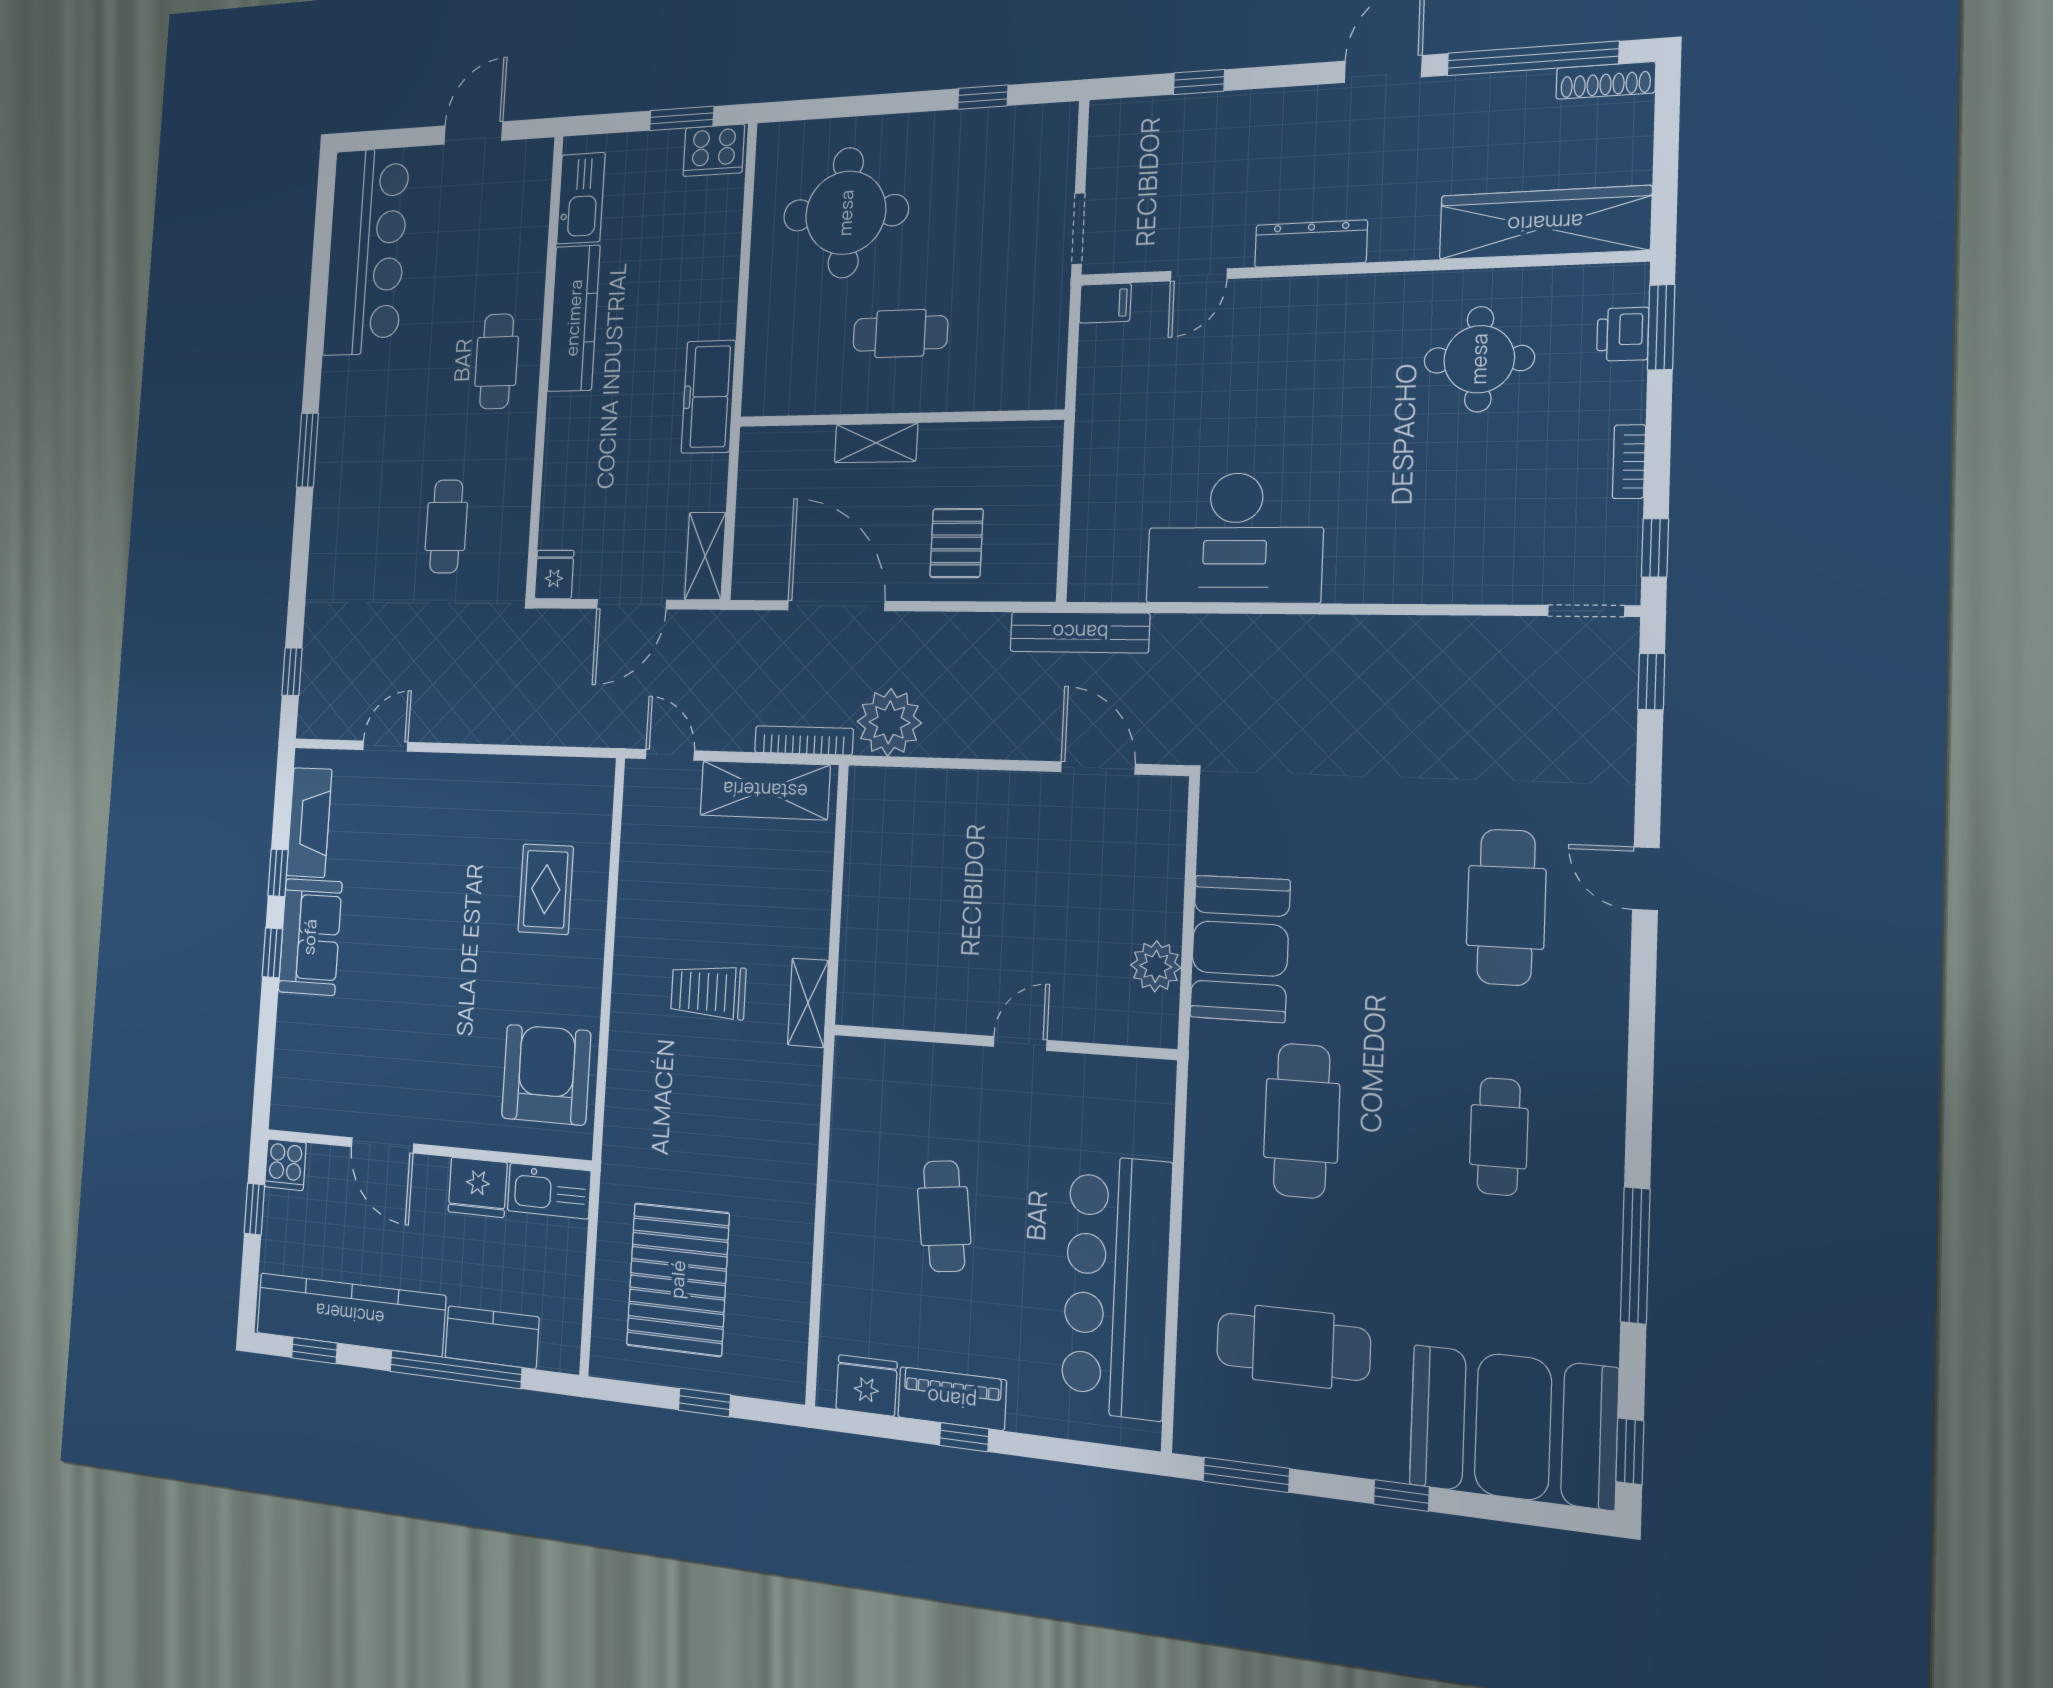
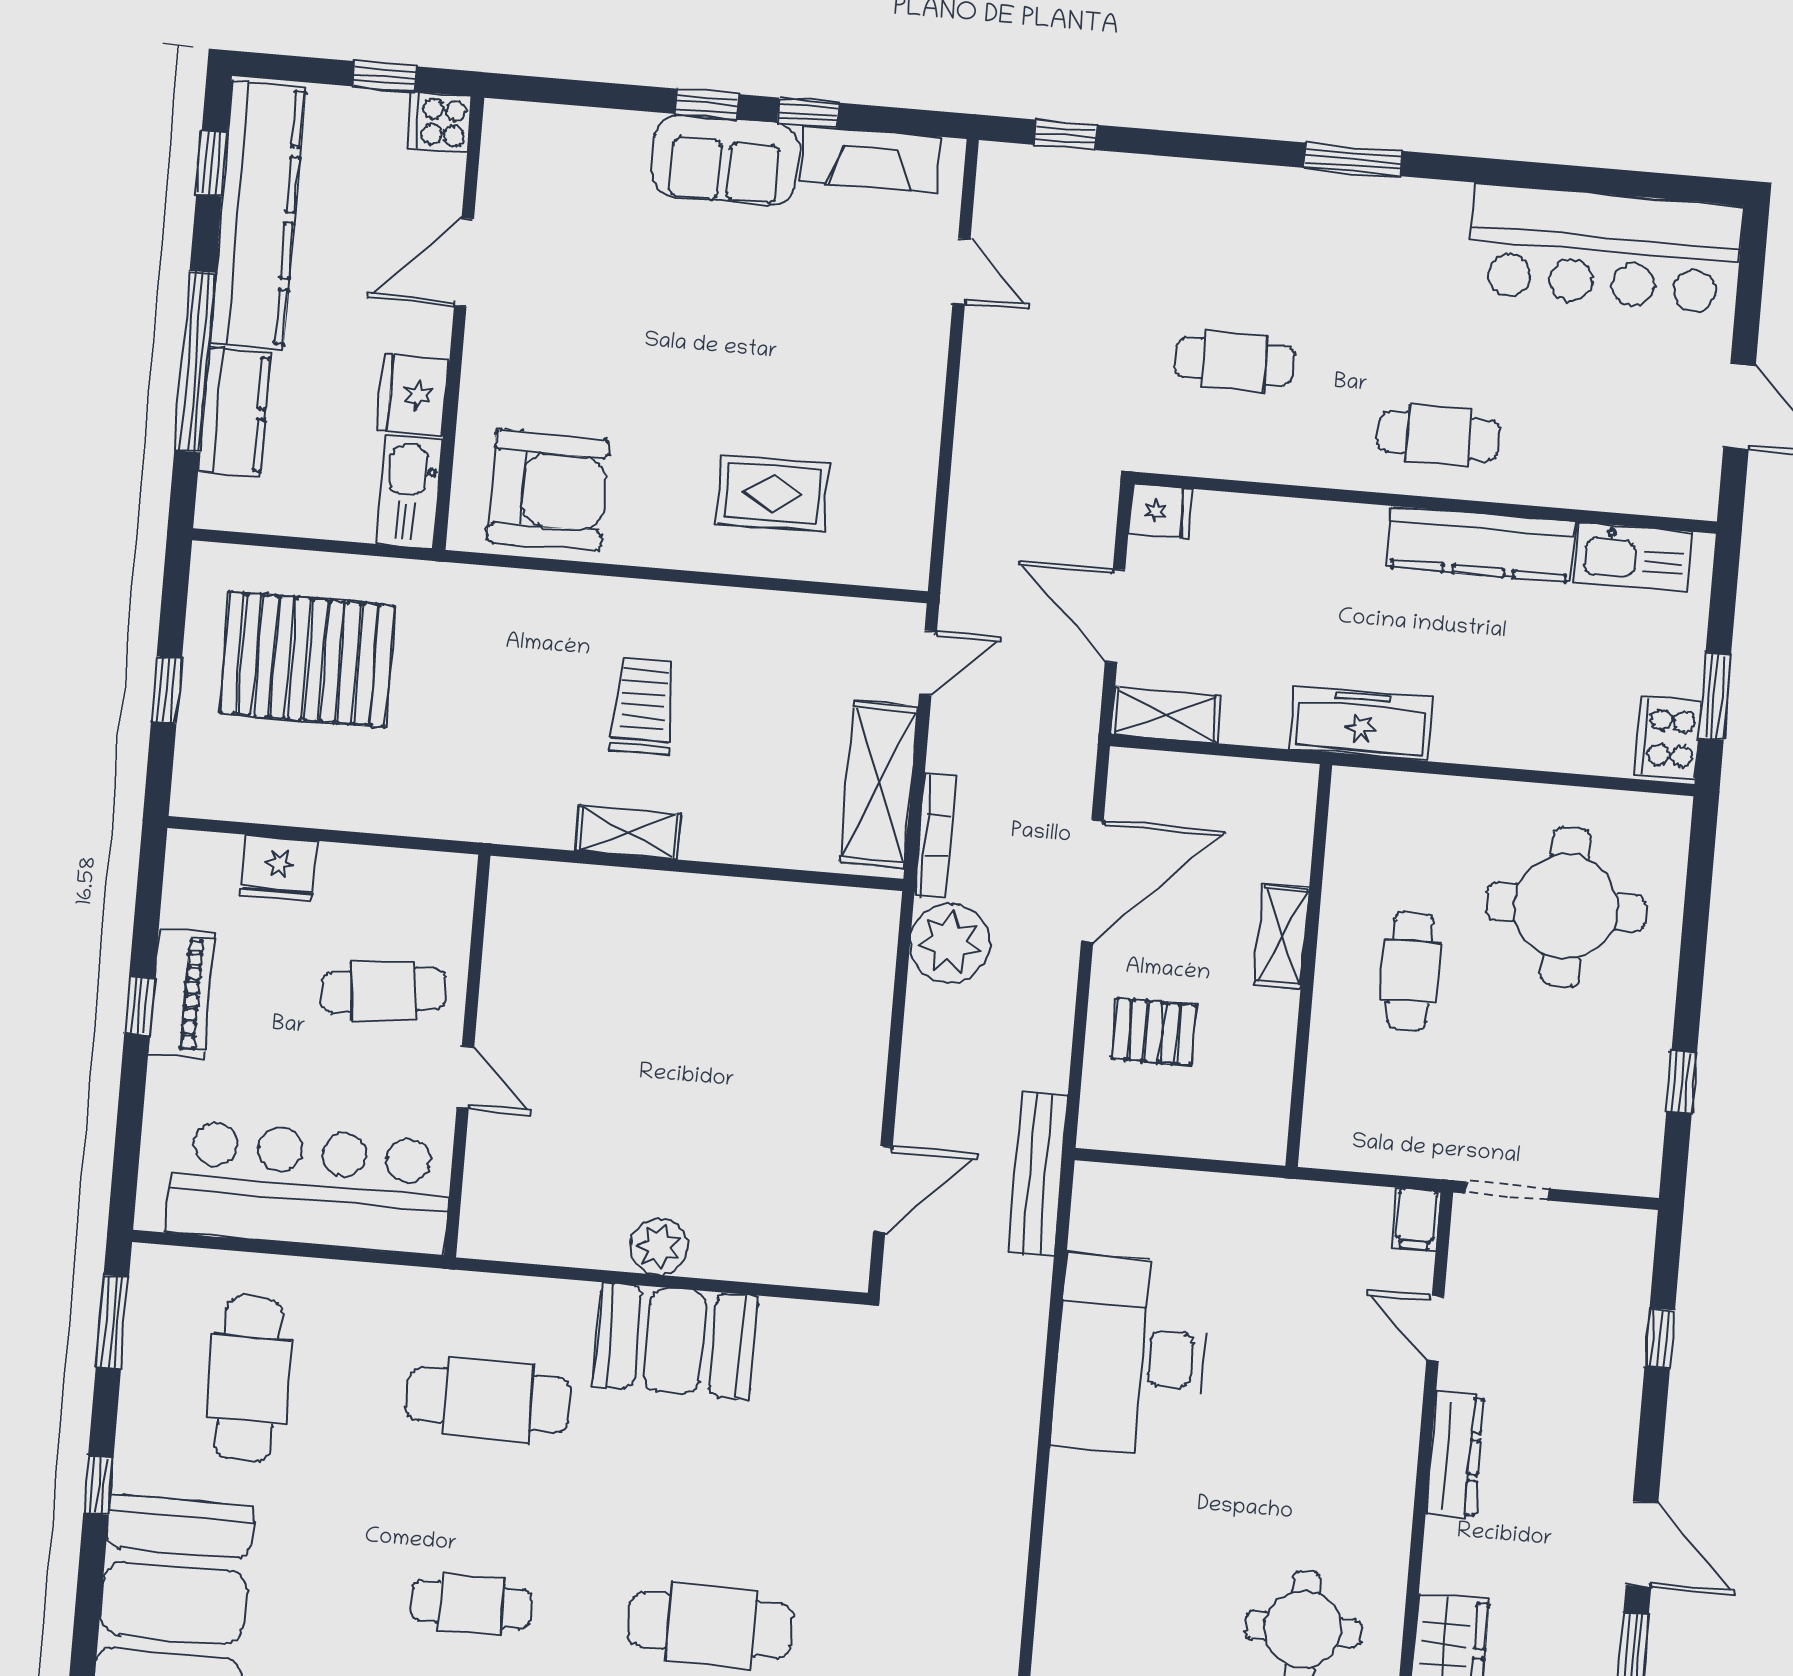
wall: (1002, 1042) -> (467, 1056), moved
door: (1020, 1043) -> (465, 1078), moved
fridge: (867, 1385) -> (279, 868), moved, turned 90

